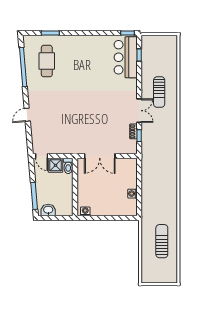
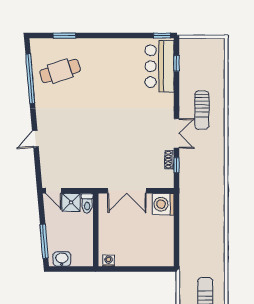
cafe table: (47, 61) -> (60, 71), turned 72
washing machine: (132, 194) -> (163, 204), moved, width x1.89, depth x1.89

